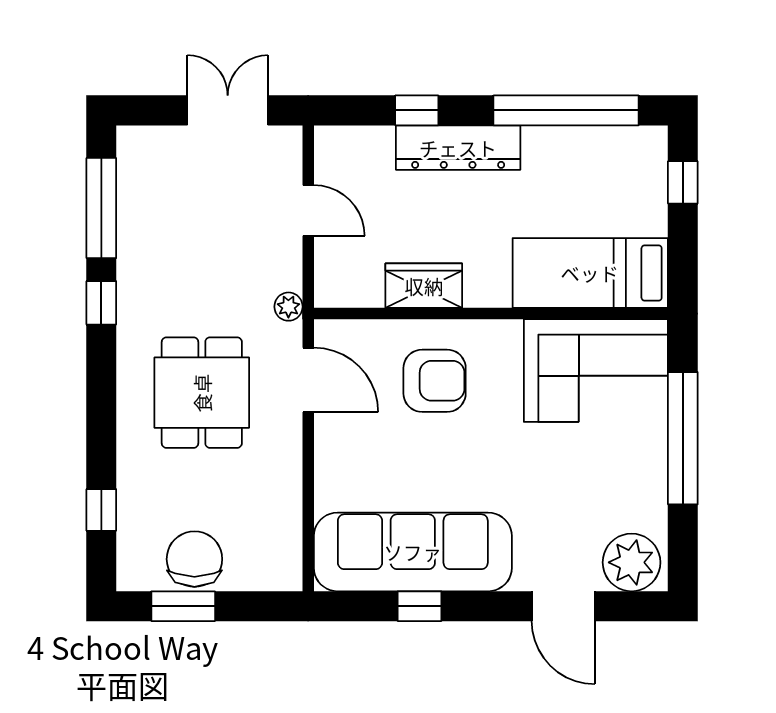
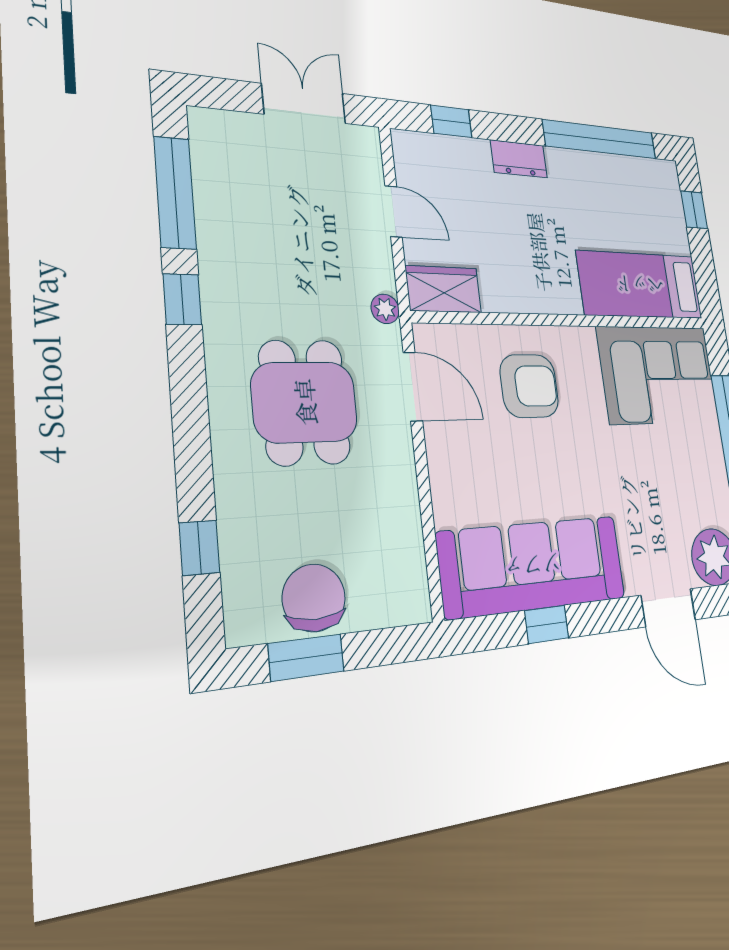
window: (417, 110) -> (451, 121), moved
dresser: (458, 148) -> (519, 159), width x0.51, depth x0.80
wardrobe: (424, 286) -> (444, 289), moved

